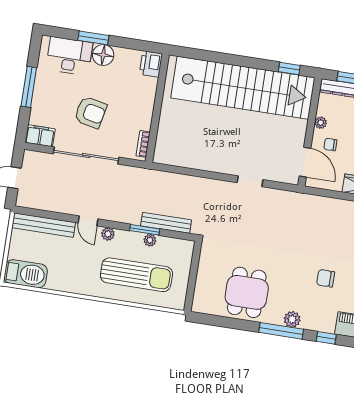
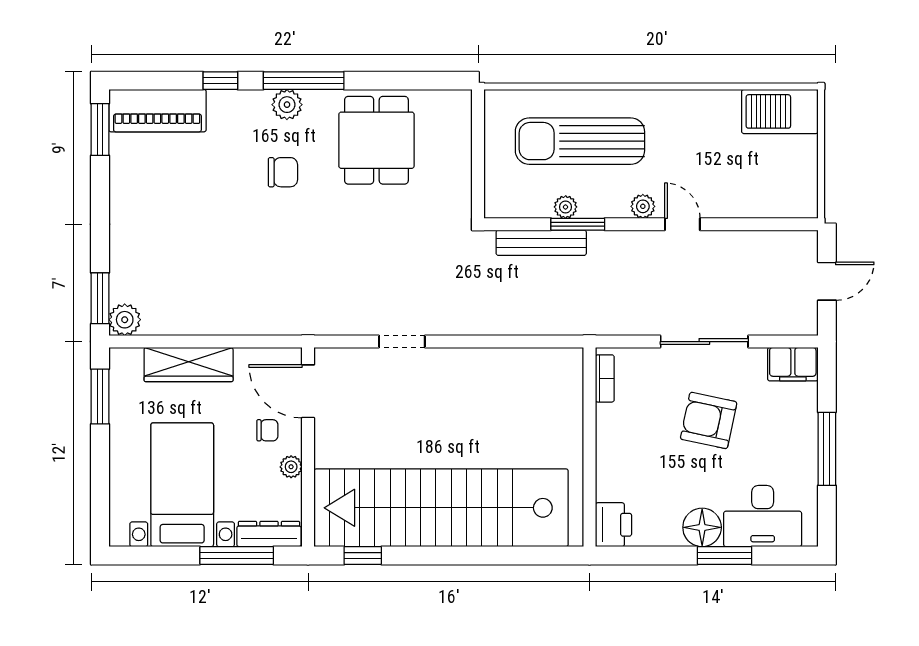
sliding door: (86, 156) -> (704, 342), width x0.73
bench: (44, 225) -> (761, 204), removed
chair: (326, 278) -> (283, 172), moved

